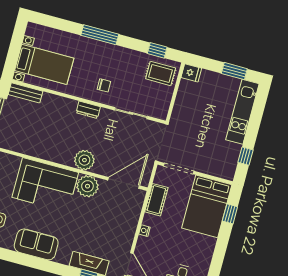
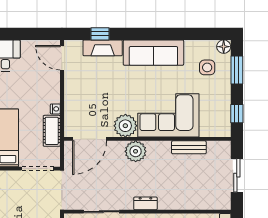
bench: (25, 93) -> (189, 147), moved
nightstand: (144, 231) -> (55, 109), moved
sofa: (36, 244) -> (153, 53), width x1.36

